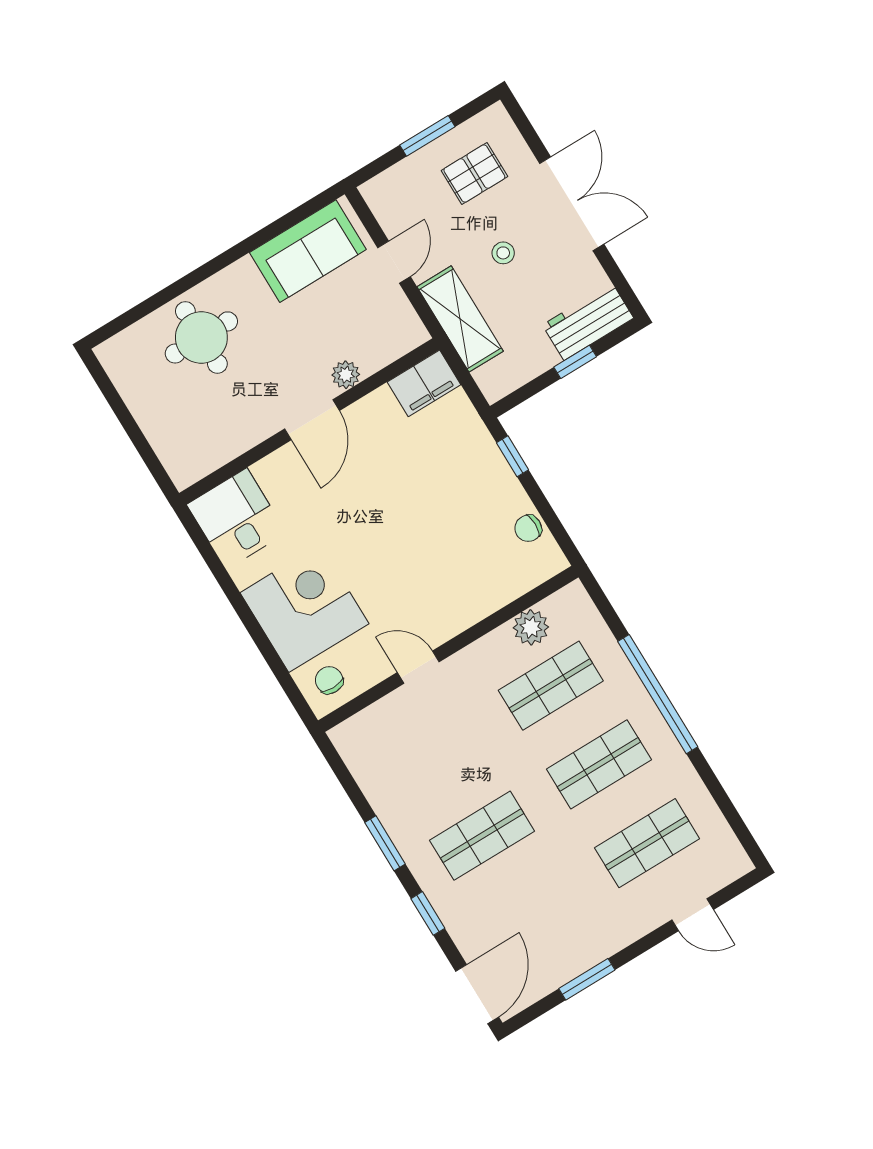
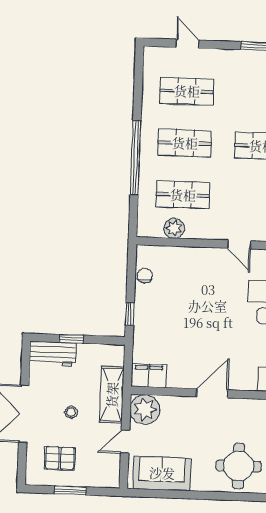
plant: (346, 375) -> (145, 409), moved, width x1.88, depth x1.88
chair: (528, 528) -> (145, 275), turned -90

